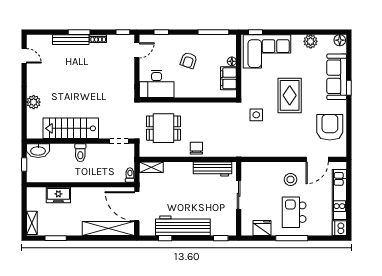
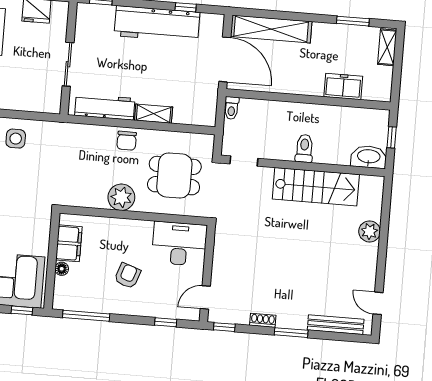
bench: (71, 40) -> (336, 325), moved
plant: (197, 111) -> (121, 197), added
side table: (256, 115) -> (16, 139), moved
shelving: (151, 167) -> (154, 114), moved

